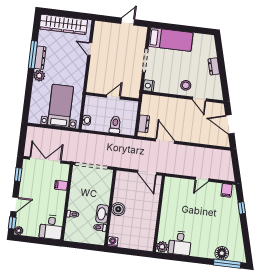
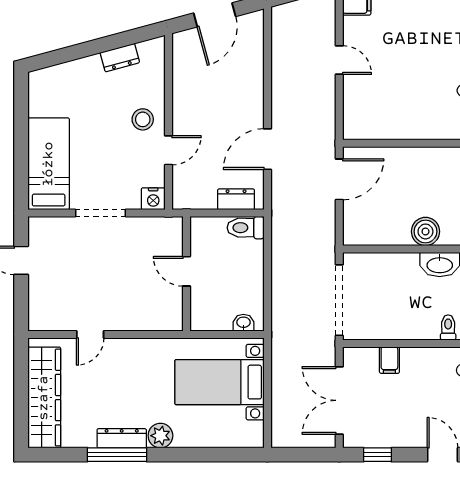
dresser: (214, 66) -> (120, 58), moved
door: (199, 99) -> (168, 150), moved
toilet: (115, 125) -> (246, 228), moved

